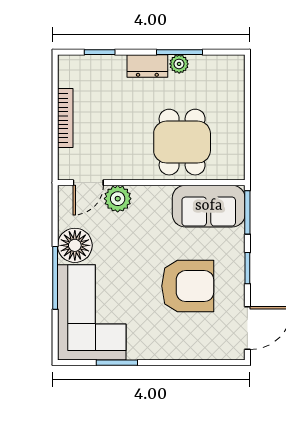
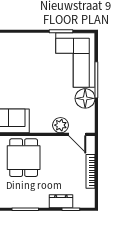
plant: (179, 64) -> (25, 202), removed
dresser: (147, 66) -> (61, 201), moved
door: (88, 183) -> (77, 134), swing flipped
armchair: (188, 286) -> (20, 75), removed

